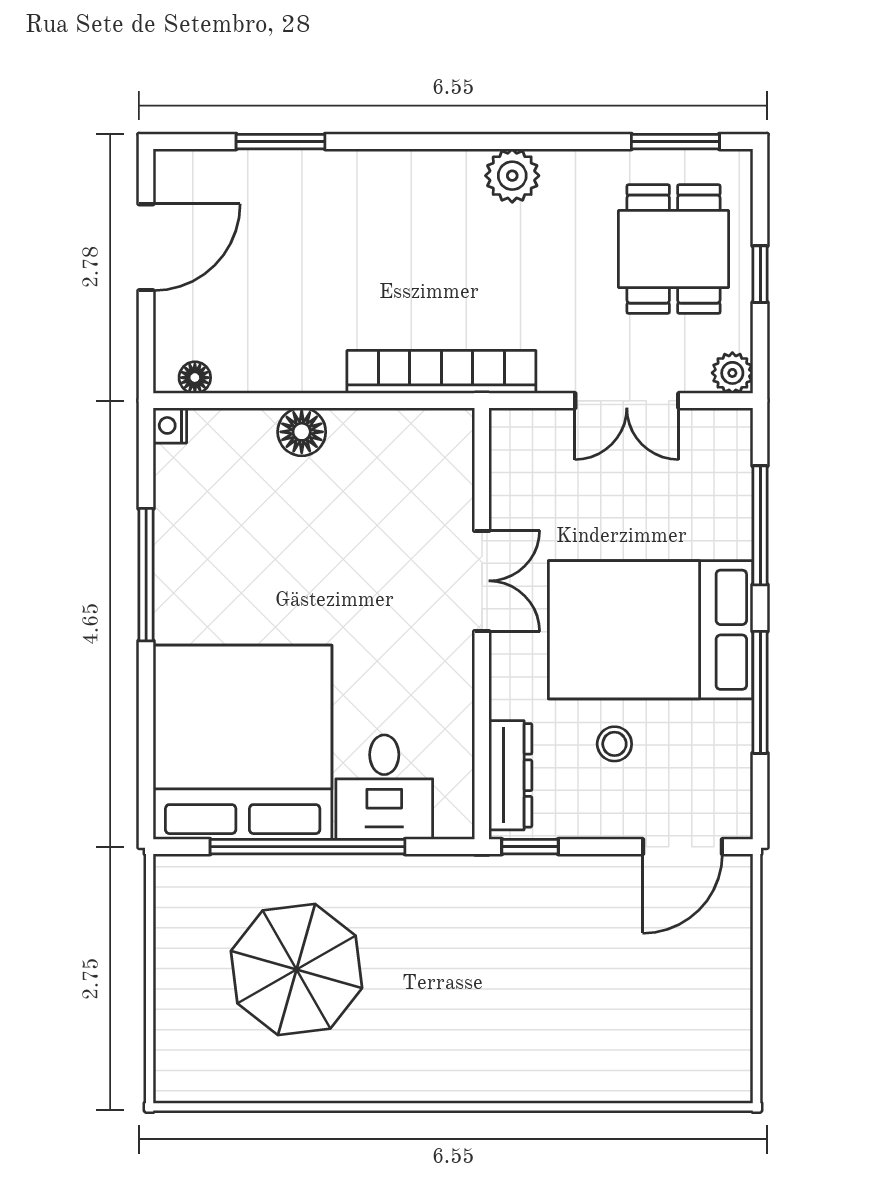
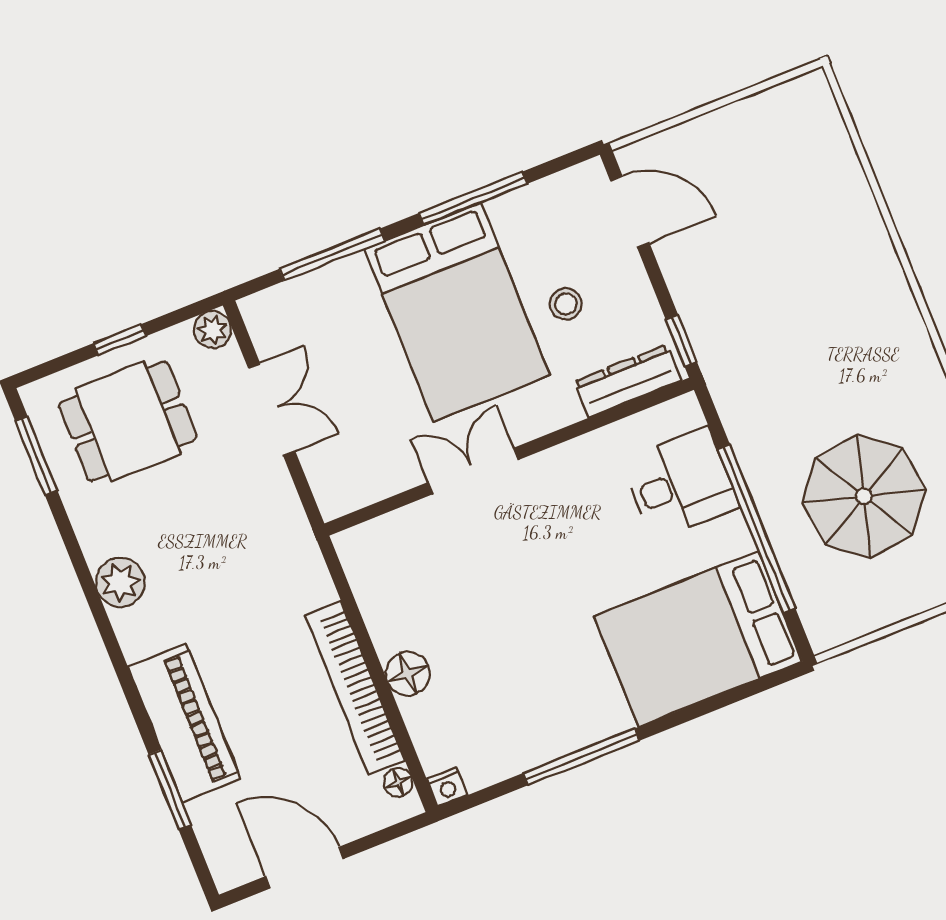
piano: (343, 184) -> (184, 723), added
bookcase: (441, 372) -> (355, 688), moved
bed: (243, 742) -> (698, 639), width x0.73

